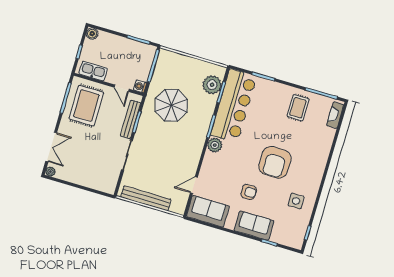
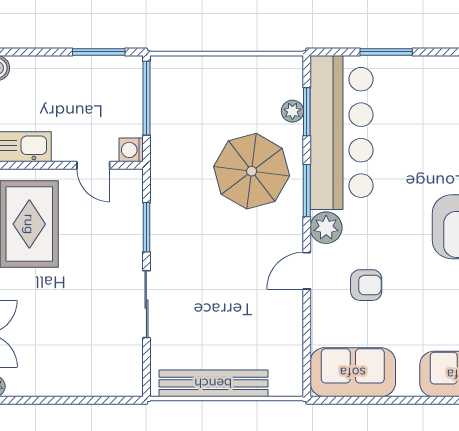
plant: (212, 85) -> (292, 111), width x0.53, depth x0.53
parasol: (171, 105) -> (252, 171), moved
bench: (130, 119) -> (131, 226), removed
door: (194, 185) -> (307, 271), moved
armchair: (249, 192) -> (366, 285), moved

